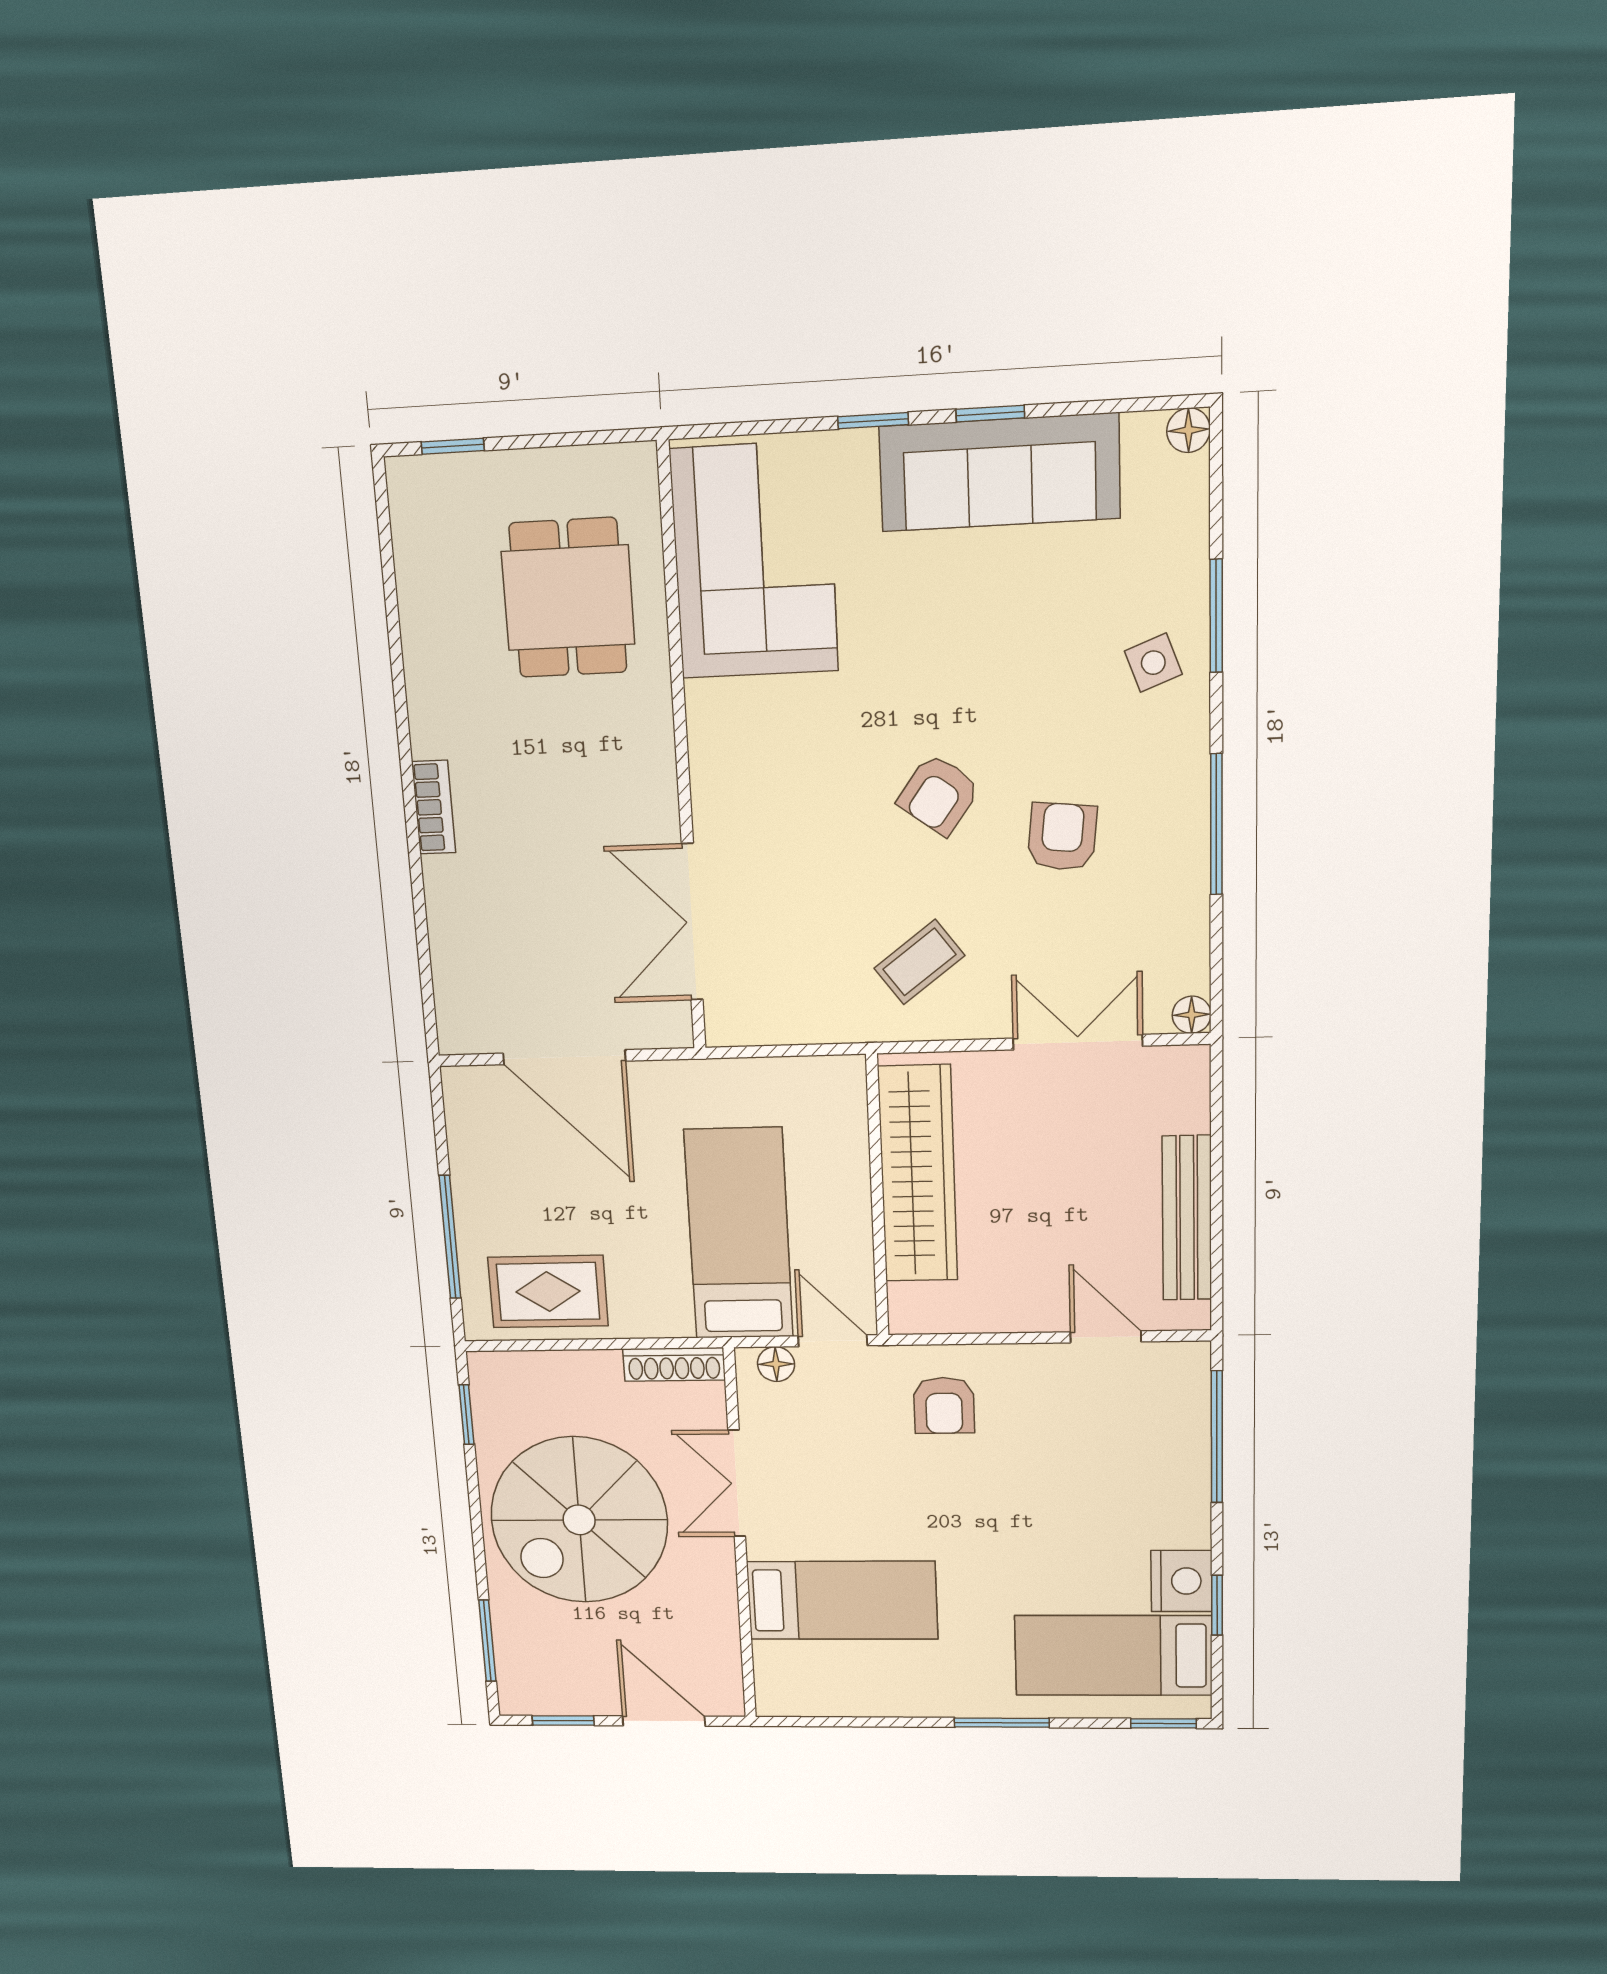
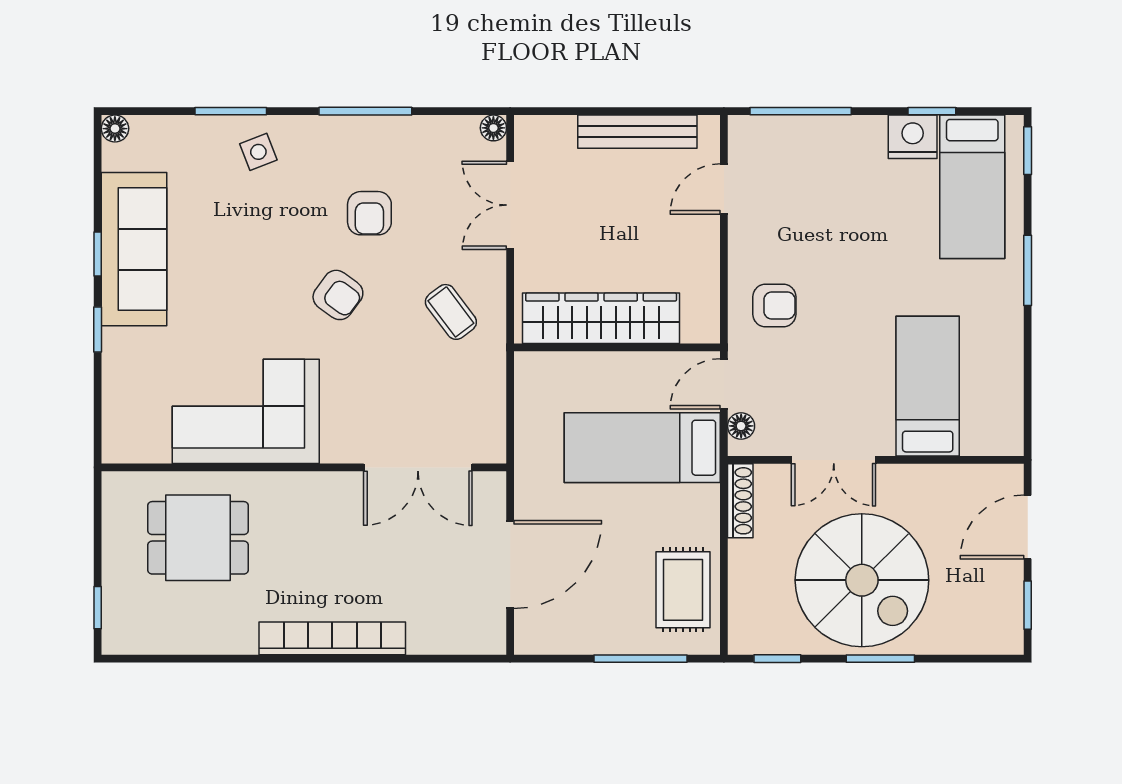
corner sofa: (754, 560) -> (246, 411), moved
bookcase: (434, 807) -> (332, 638), width x2.31, depth x1.31
armchair: (1062, 837) -> (369, 213), turned -96
window: (487, 1641) -> (880, 659), moved

